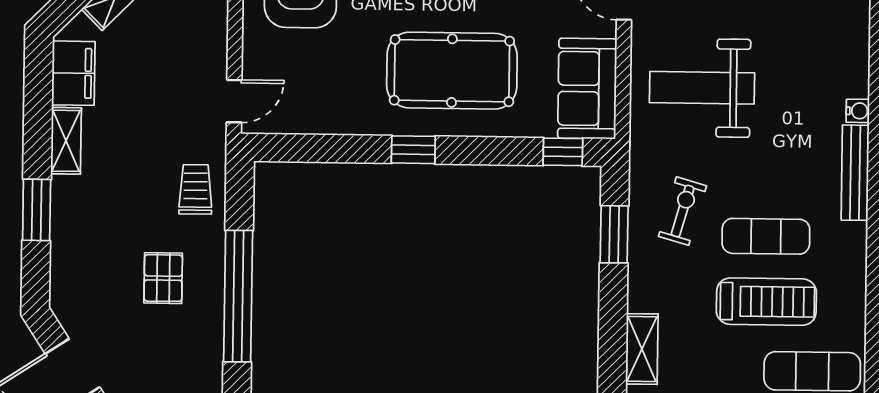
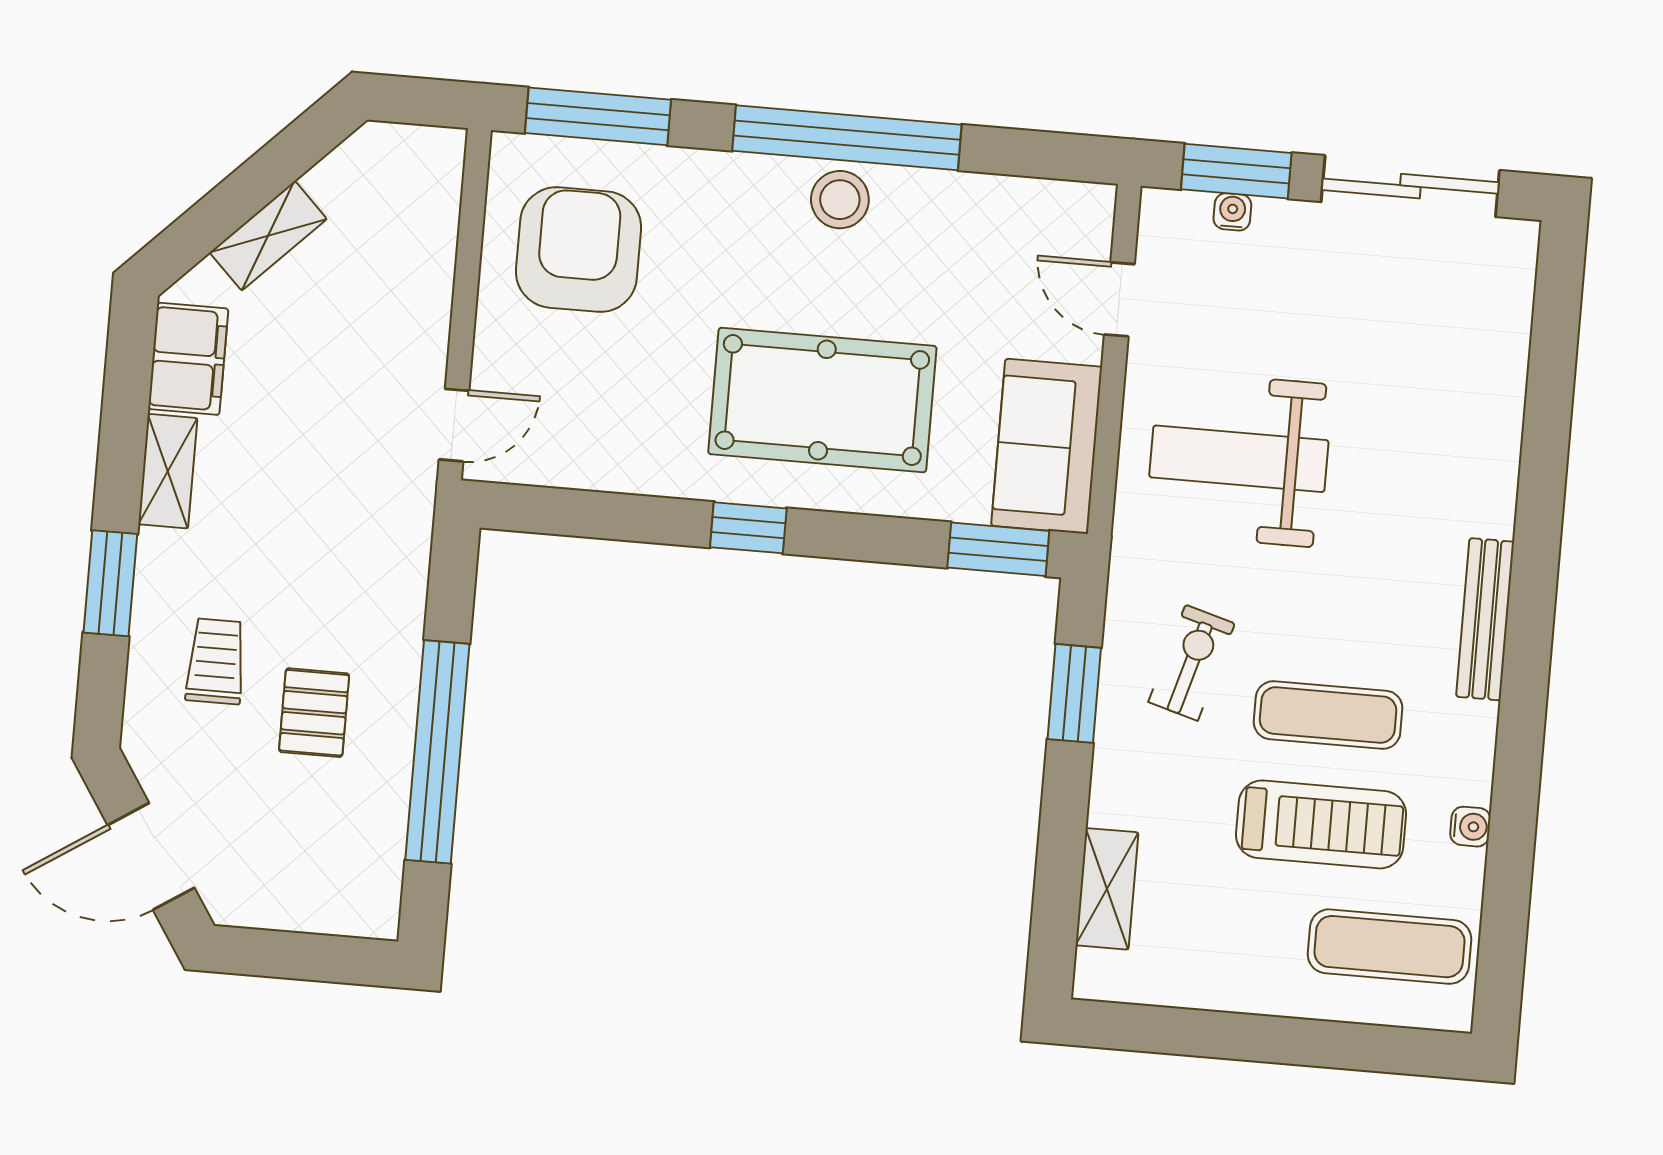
water cooler: (858, 111) -> (1470, 827), moved
window: (563, 152) -> (998, 549), width x1.50
trolley: (196, 189) -> (216, 661), moved

